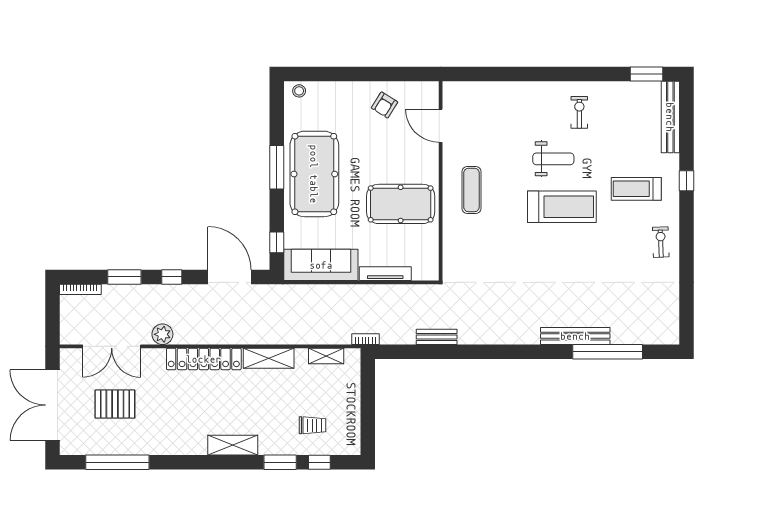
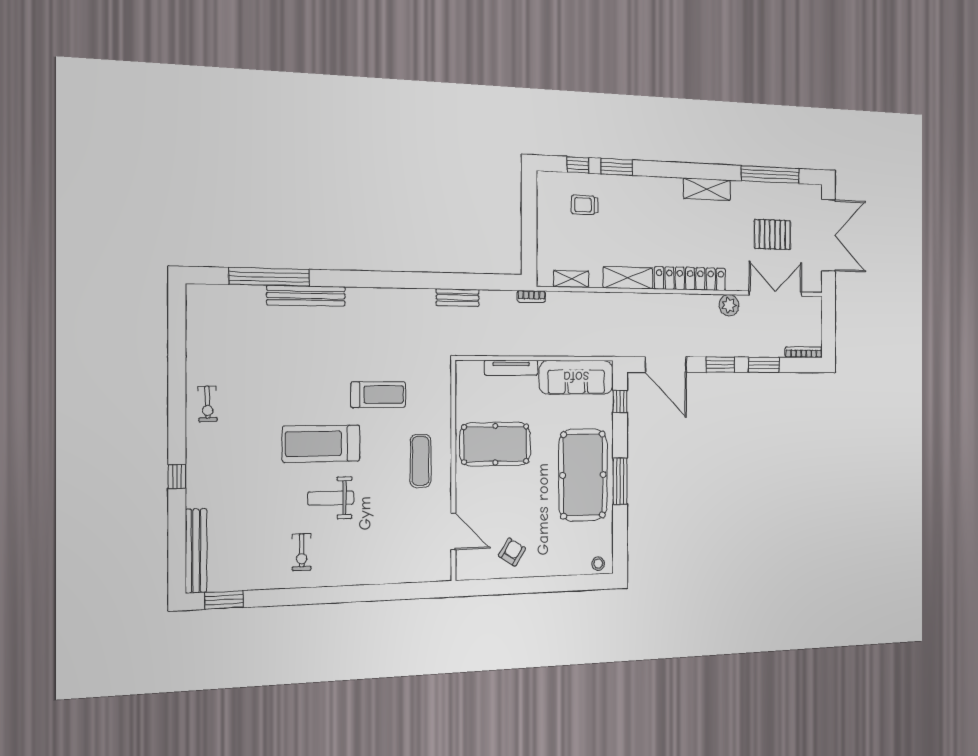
treadmill: (636, 189) -> (378, 395), moved
window: (172, 277) -> (720, 365), width x1.50
shelving: (233, 445) -> (707, 189), moved

